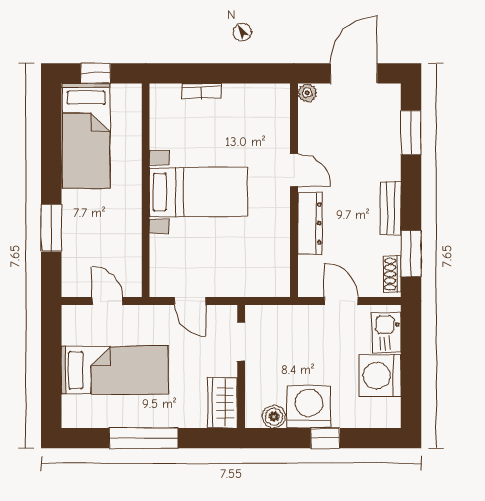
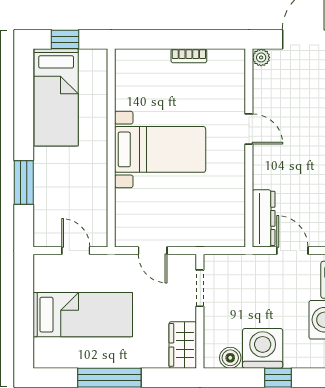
bookcase: (201, 91) -> (189, 56), moved
dresser: (310, 223) -> (264, 218), moved

